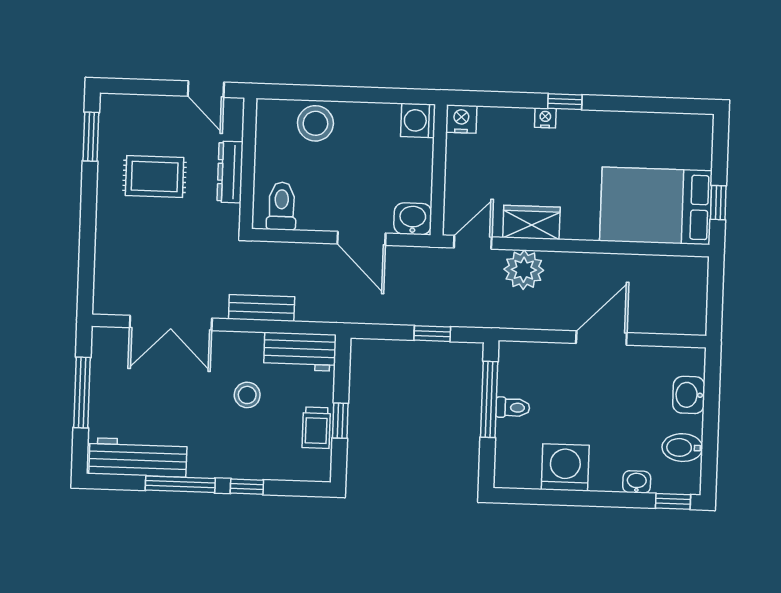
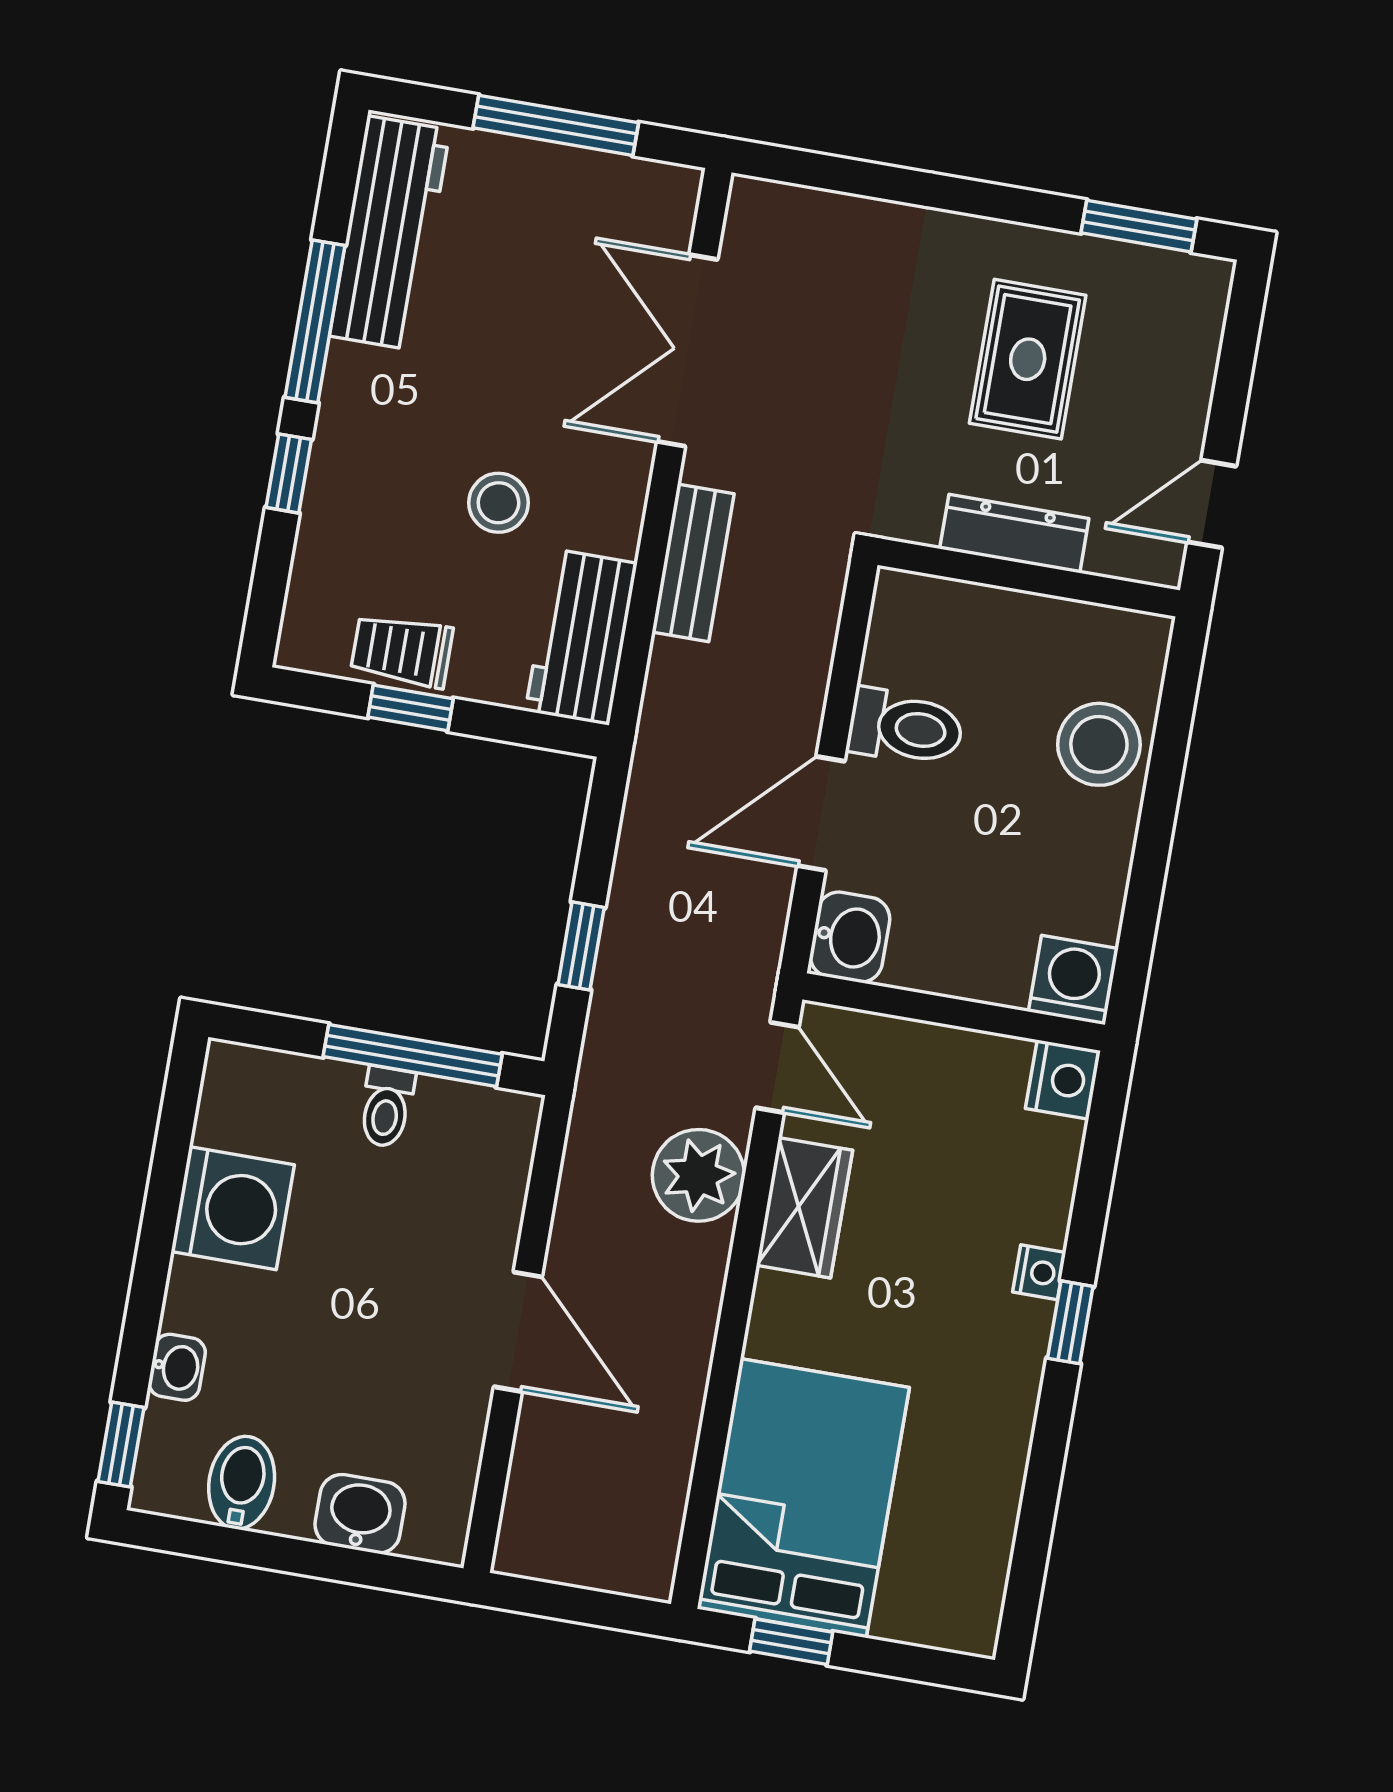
toilet: (282, 206) -> (905, 727), moved

